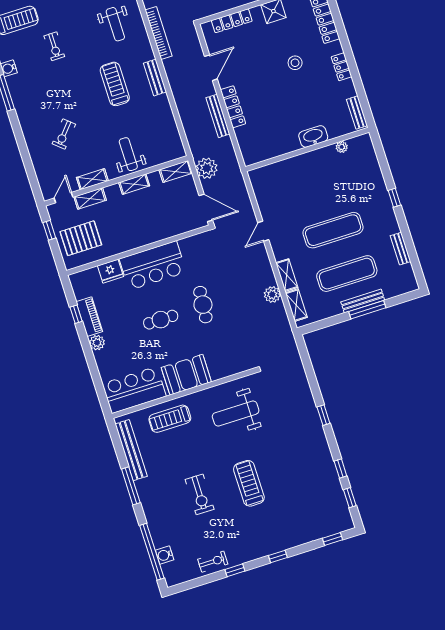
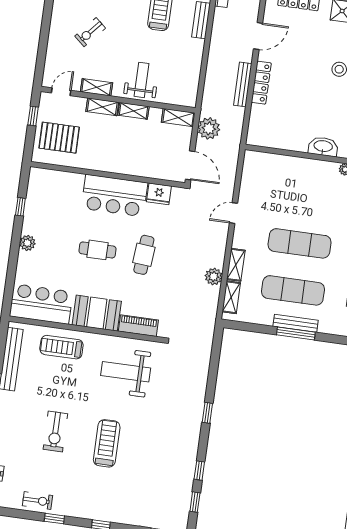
shelving: (90, 199) -> (102, 107), moved
fridge: (110, 271) -> (159, 194), moved
piano: (89, 317) -> (138, 326), moved, turned -90

